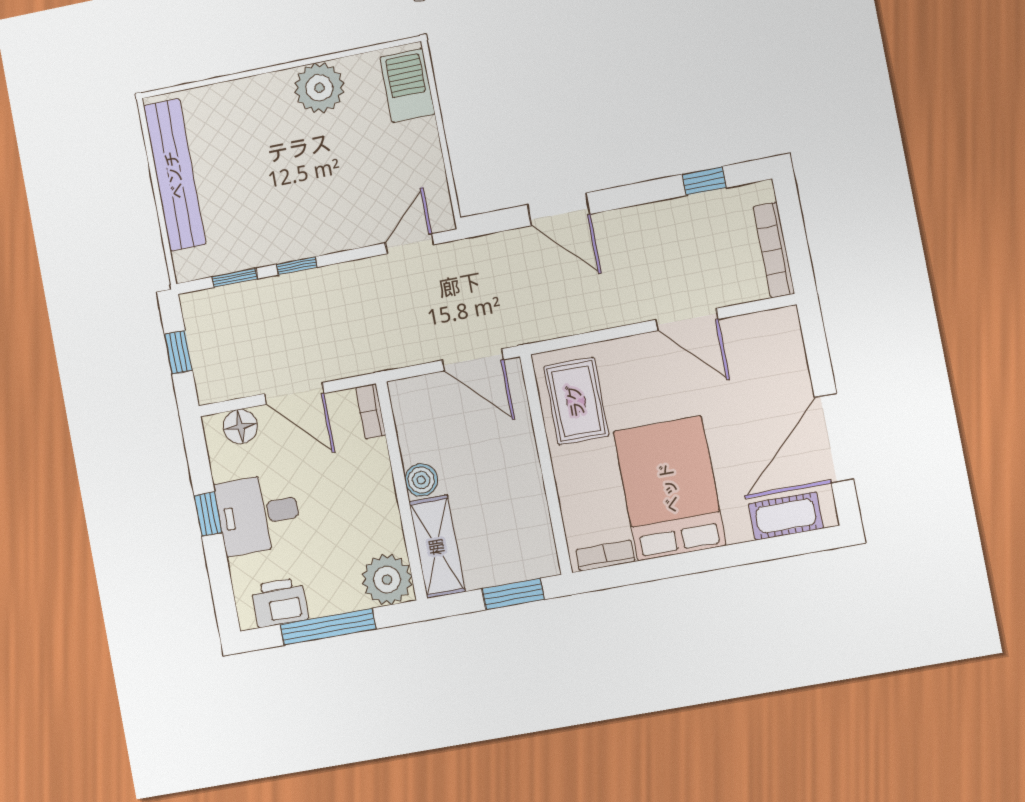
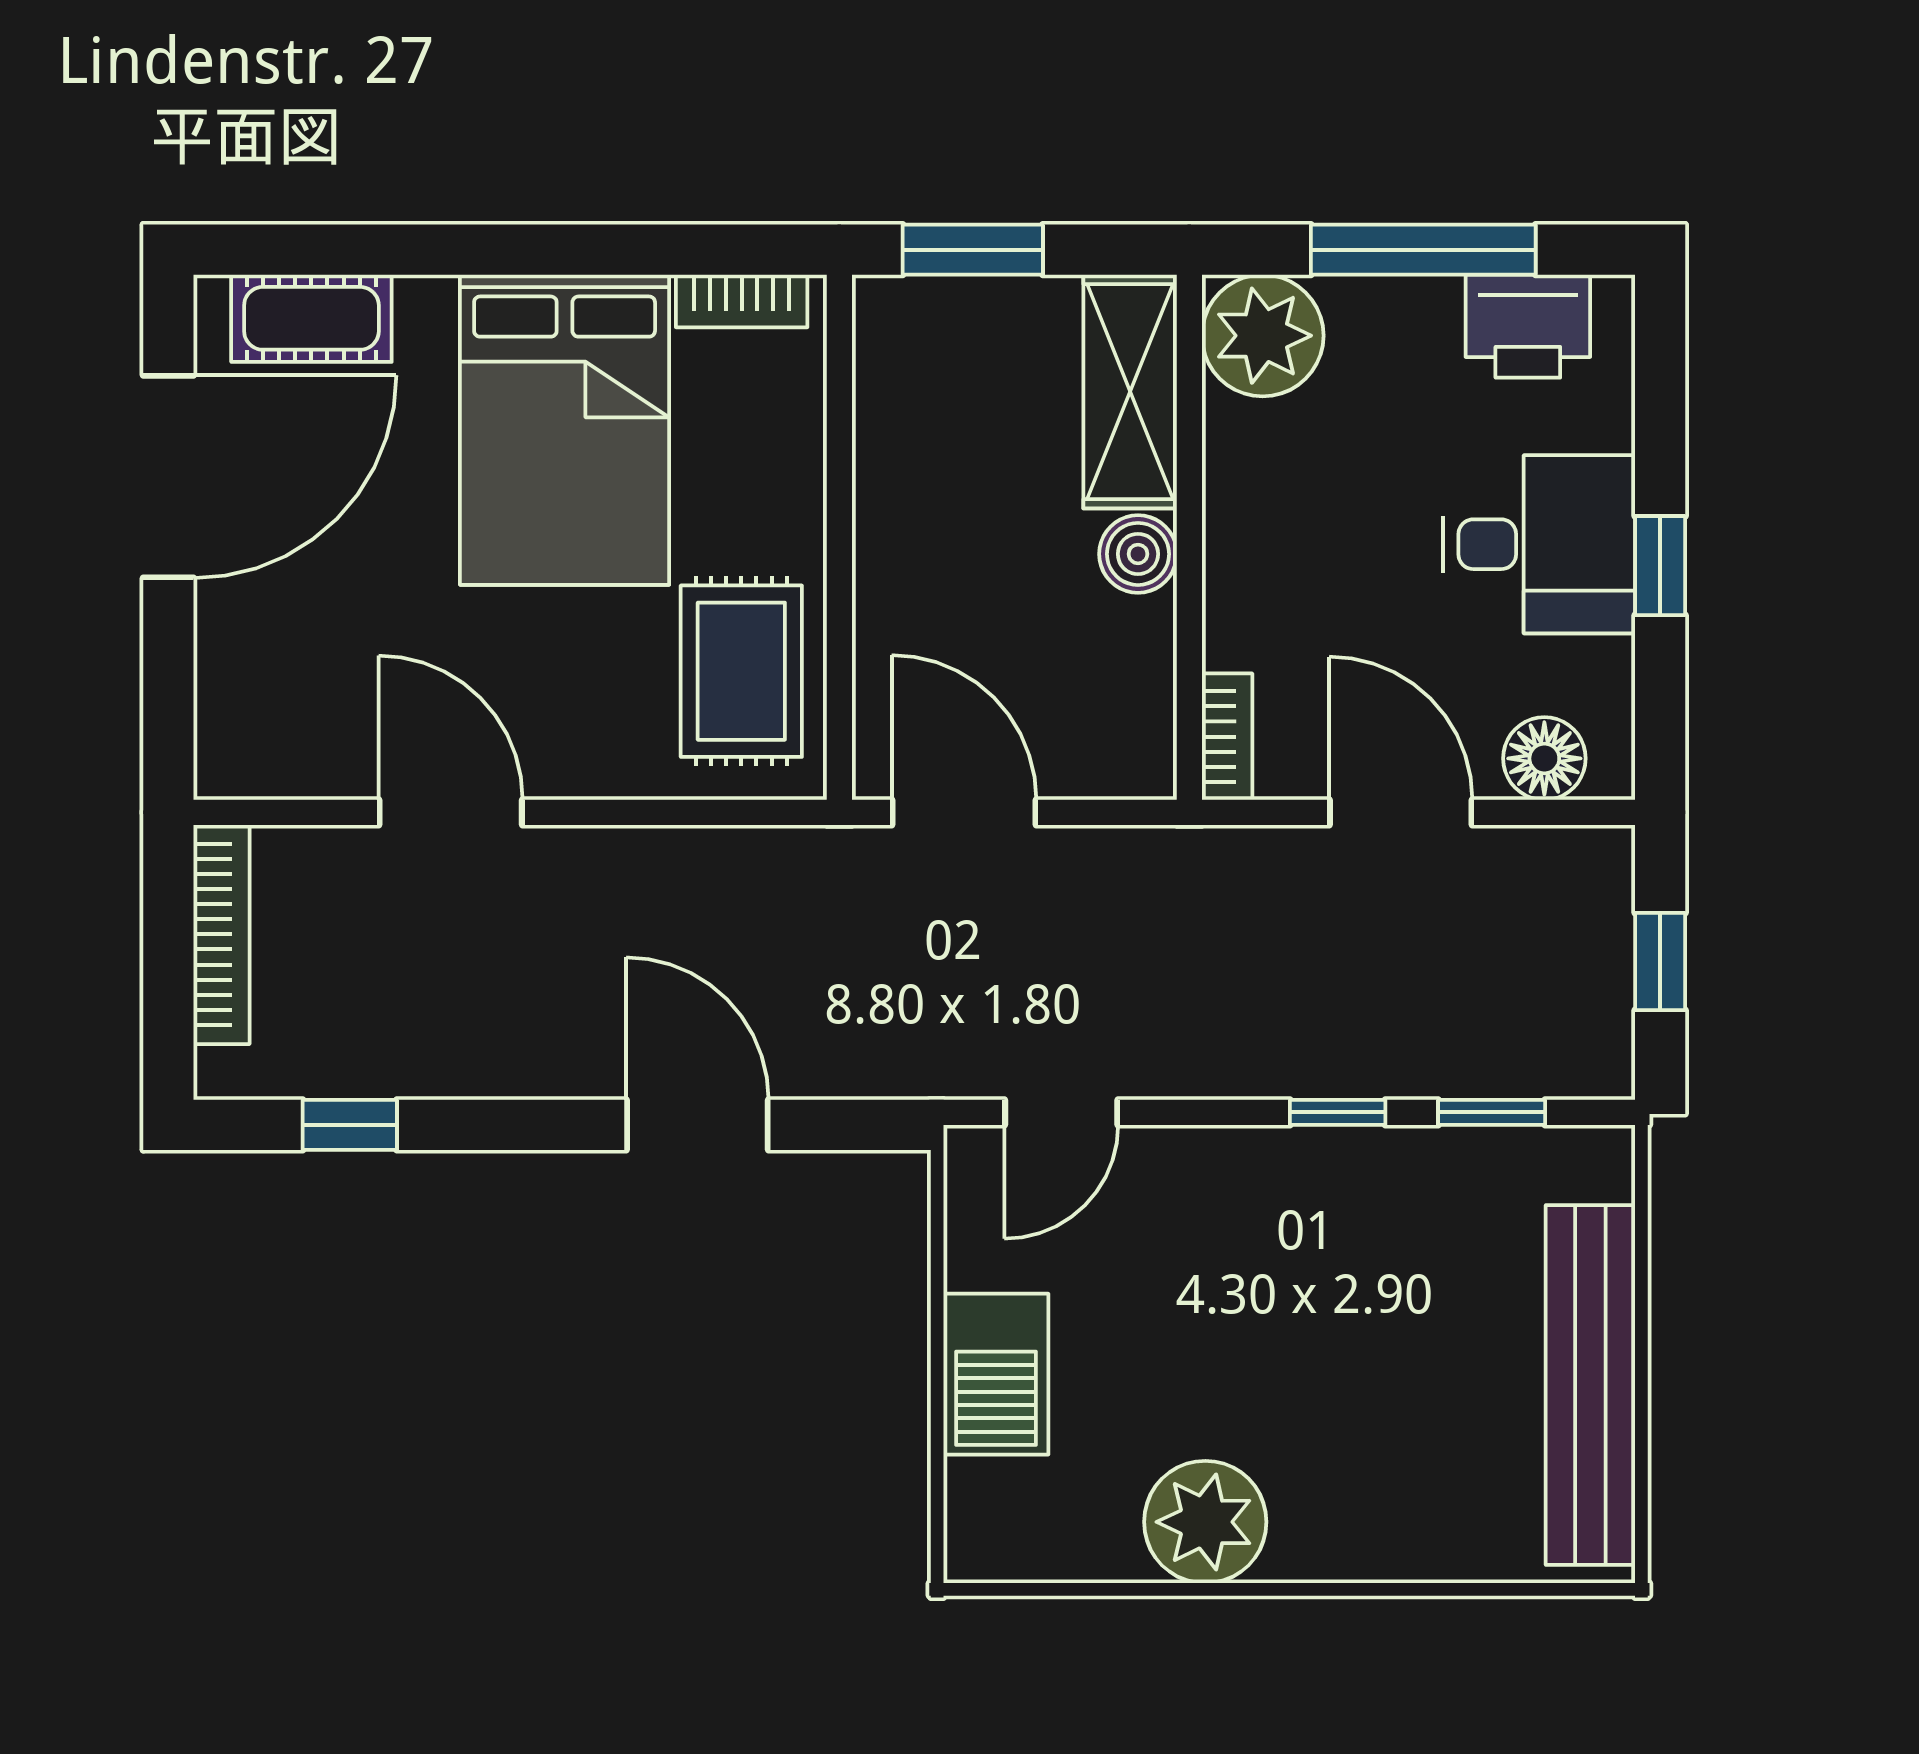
barbecue: (407, 86) -> (996, 1374), moved

